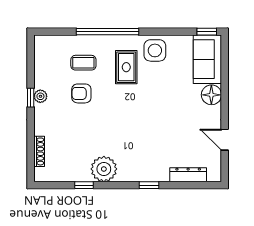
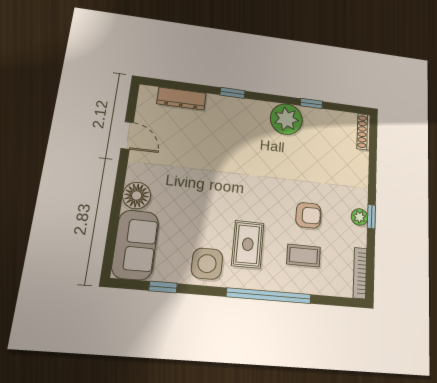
window: (207, 32) -> (163, 287), moved
bookcase: (39, 54) -> (360, 273), added
shoe rack: (39, 151) -> (364, 132), moved

